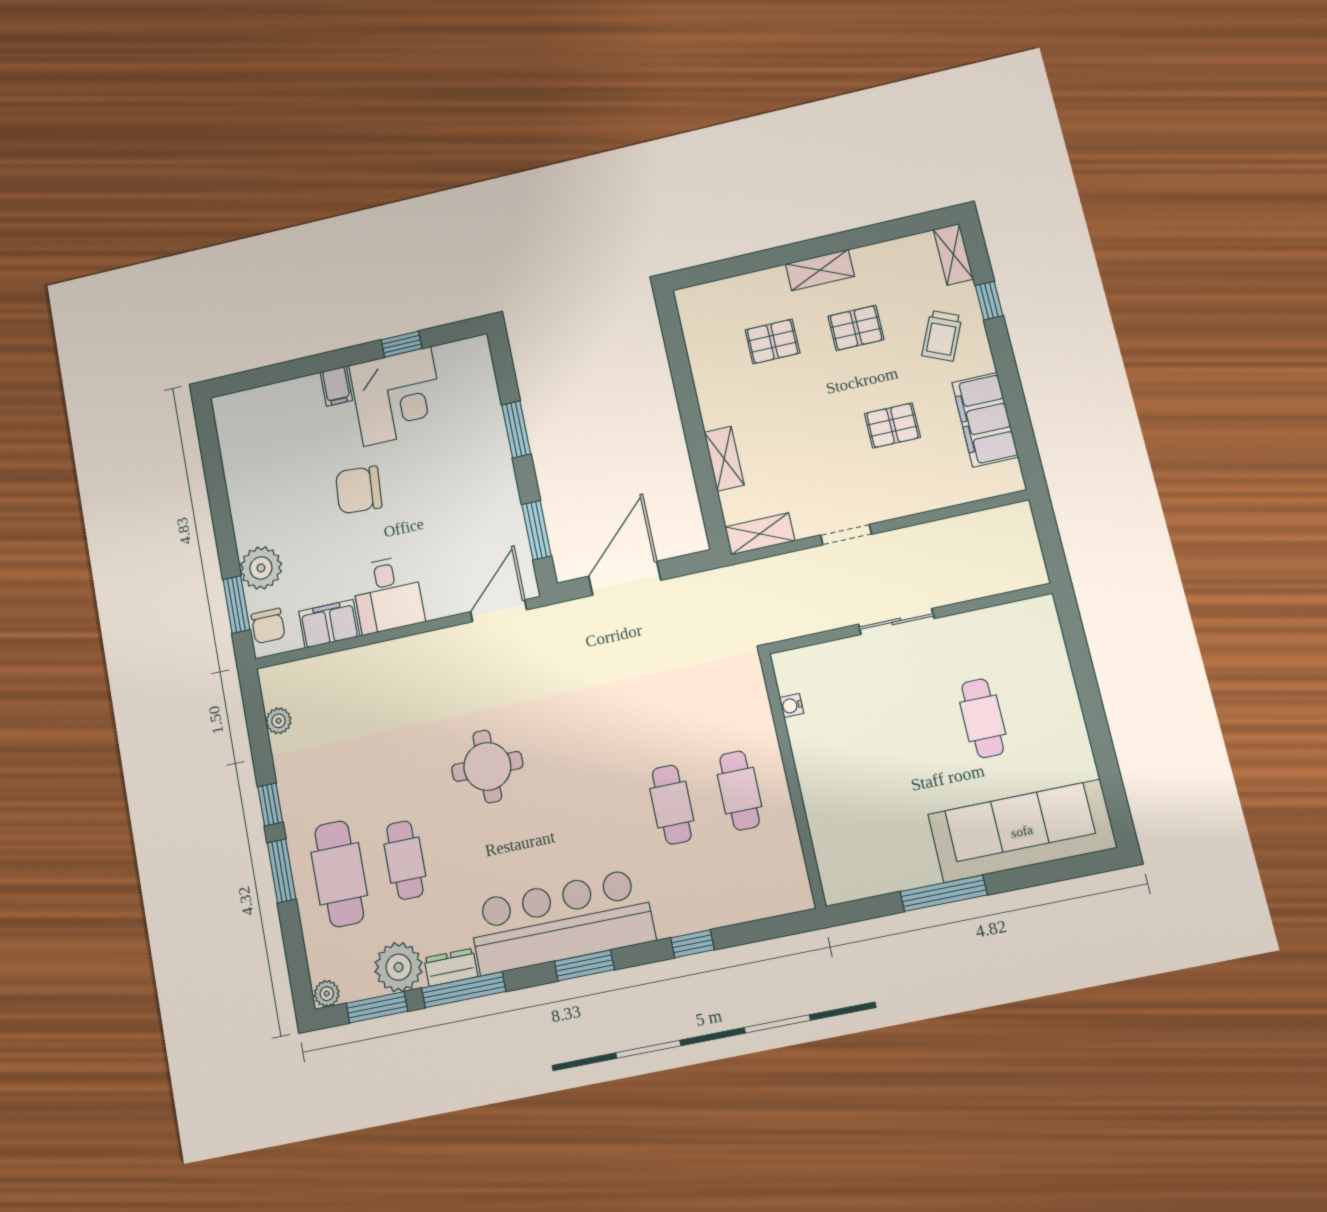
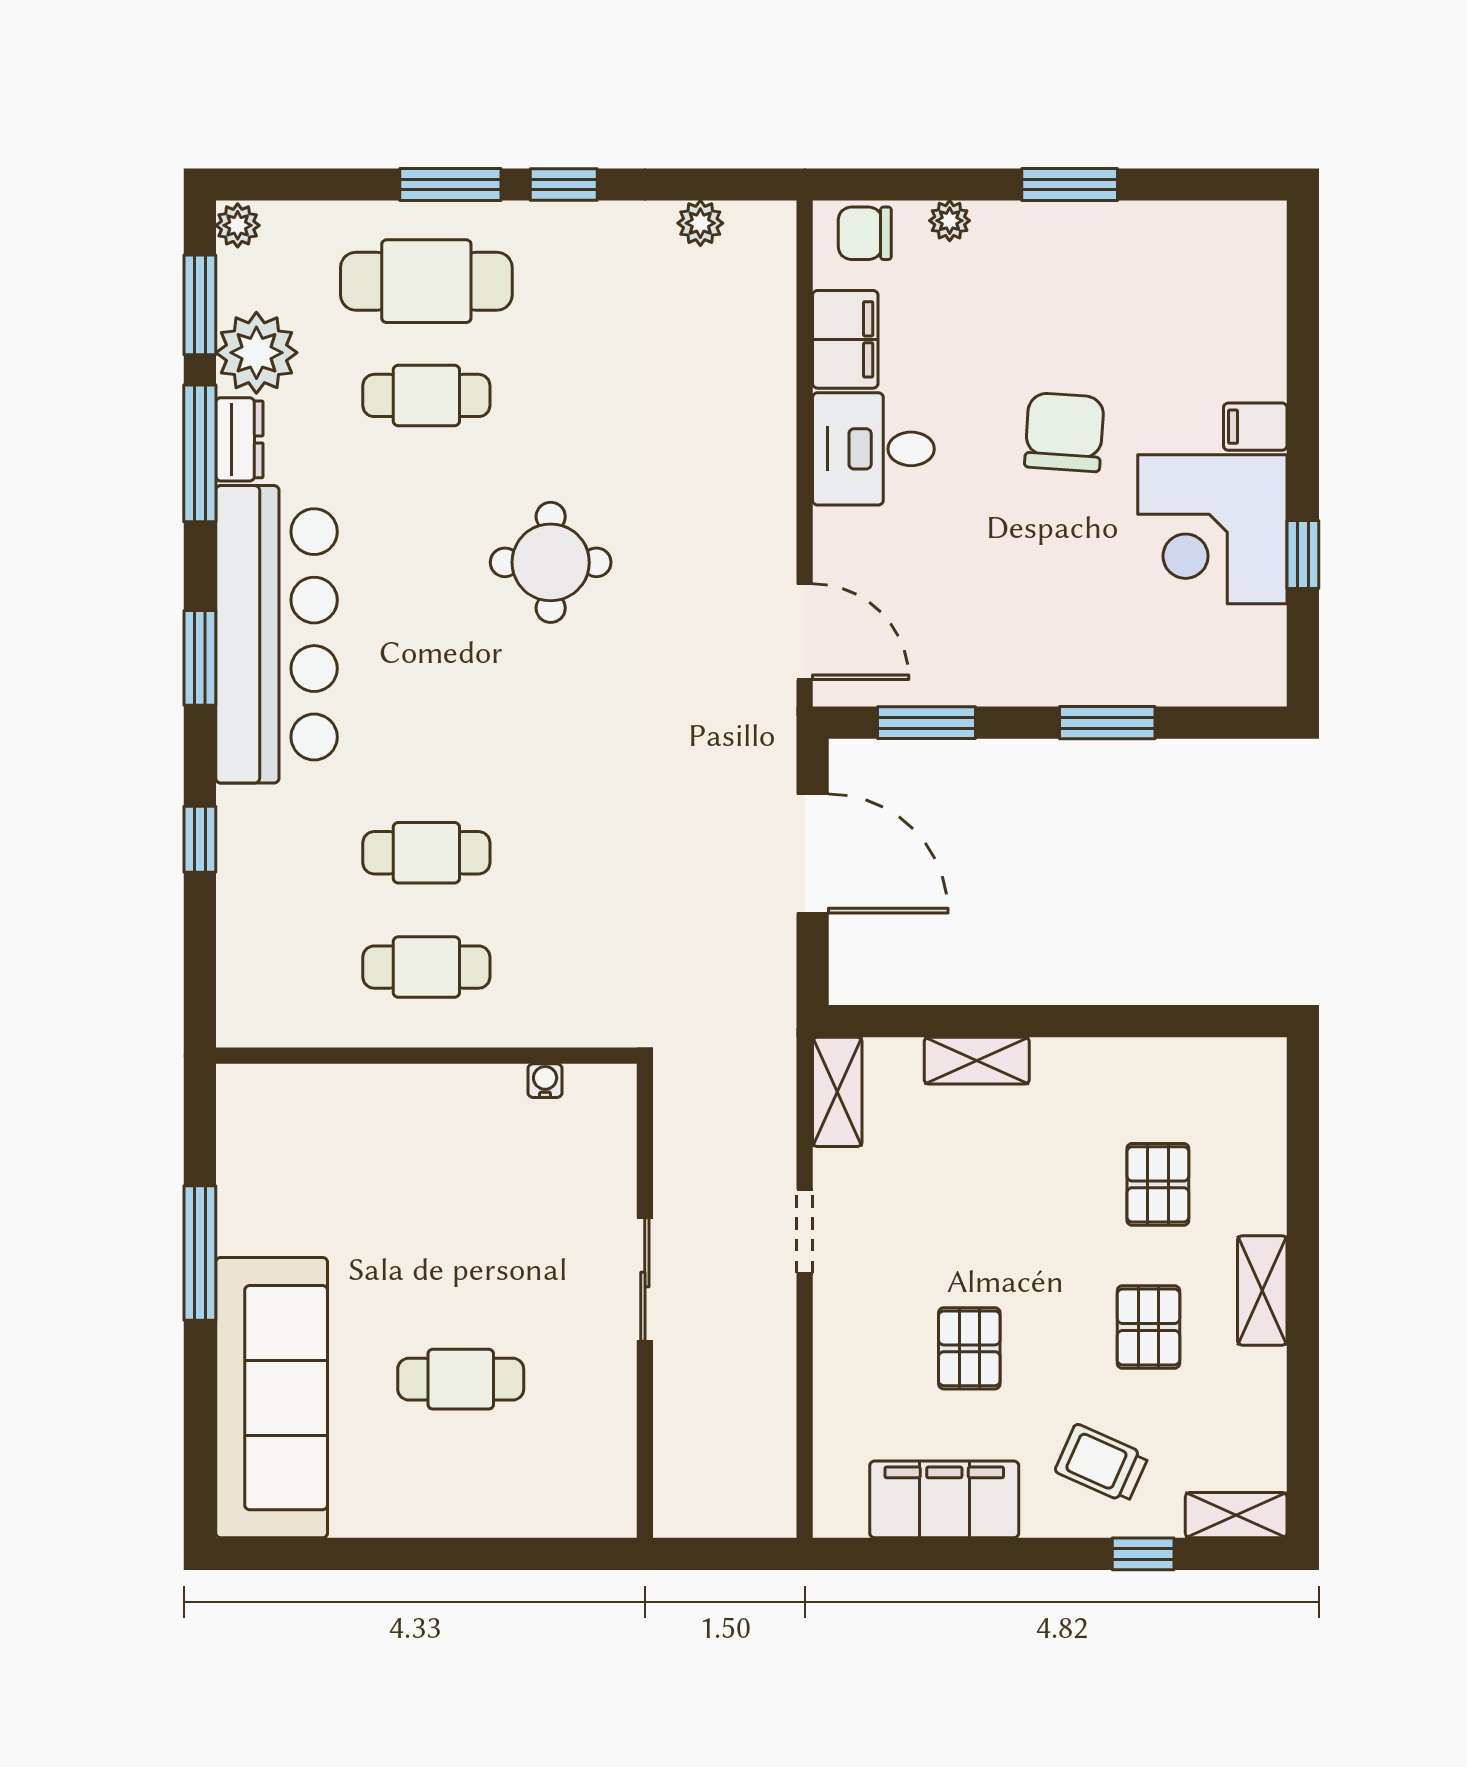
plant: (261, 568) -> (950, 221), width x0.53, depth x0.53
window: (236, 605) -> (1070, 185), moved

